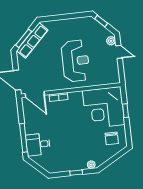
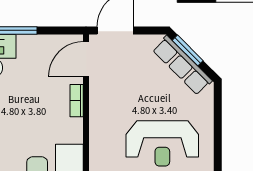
reception desk: (76, 61) -> (162, 143), moved

